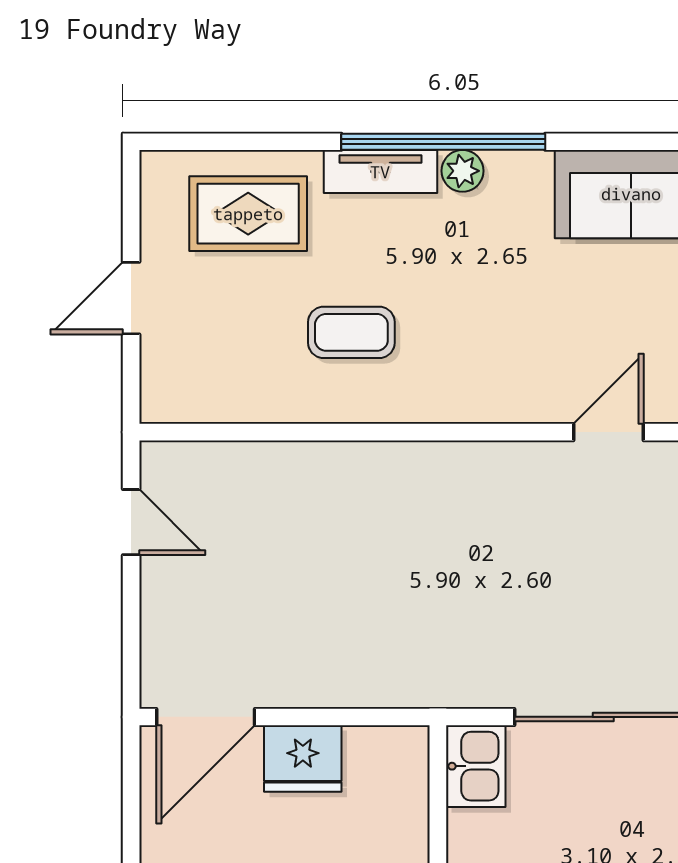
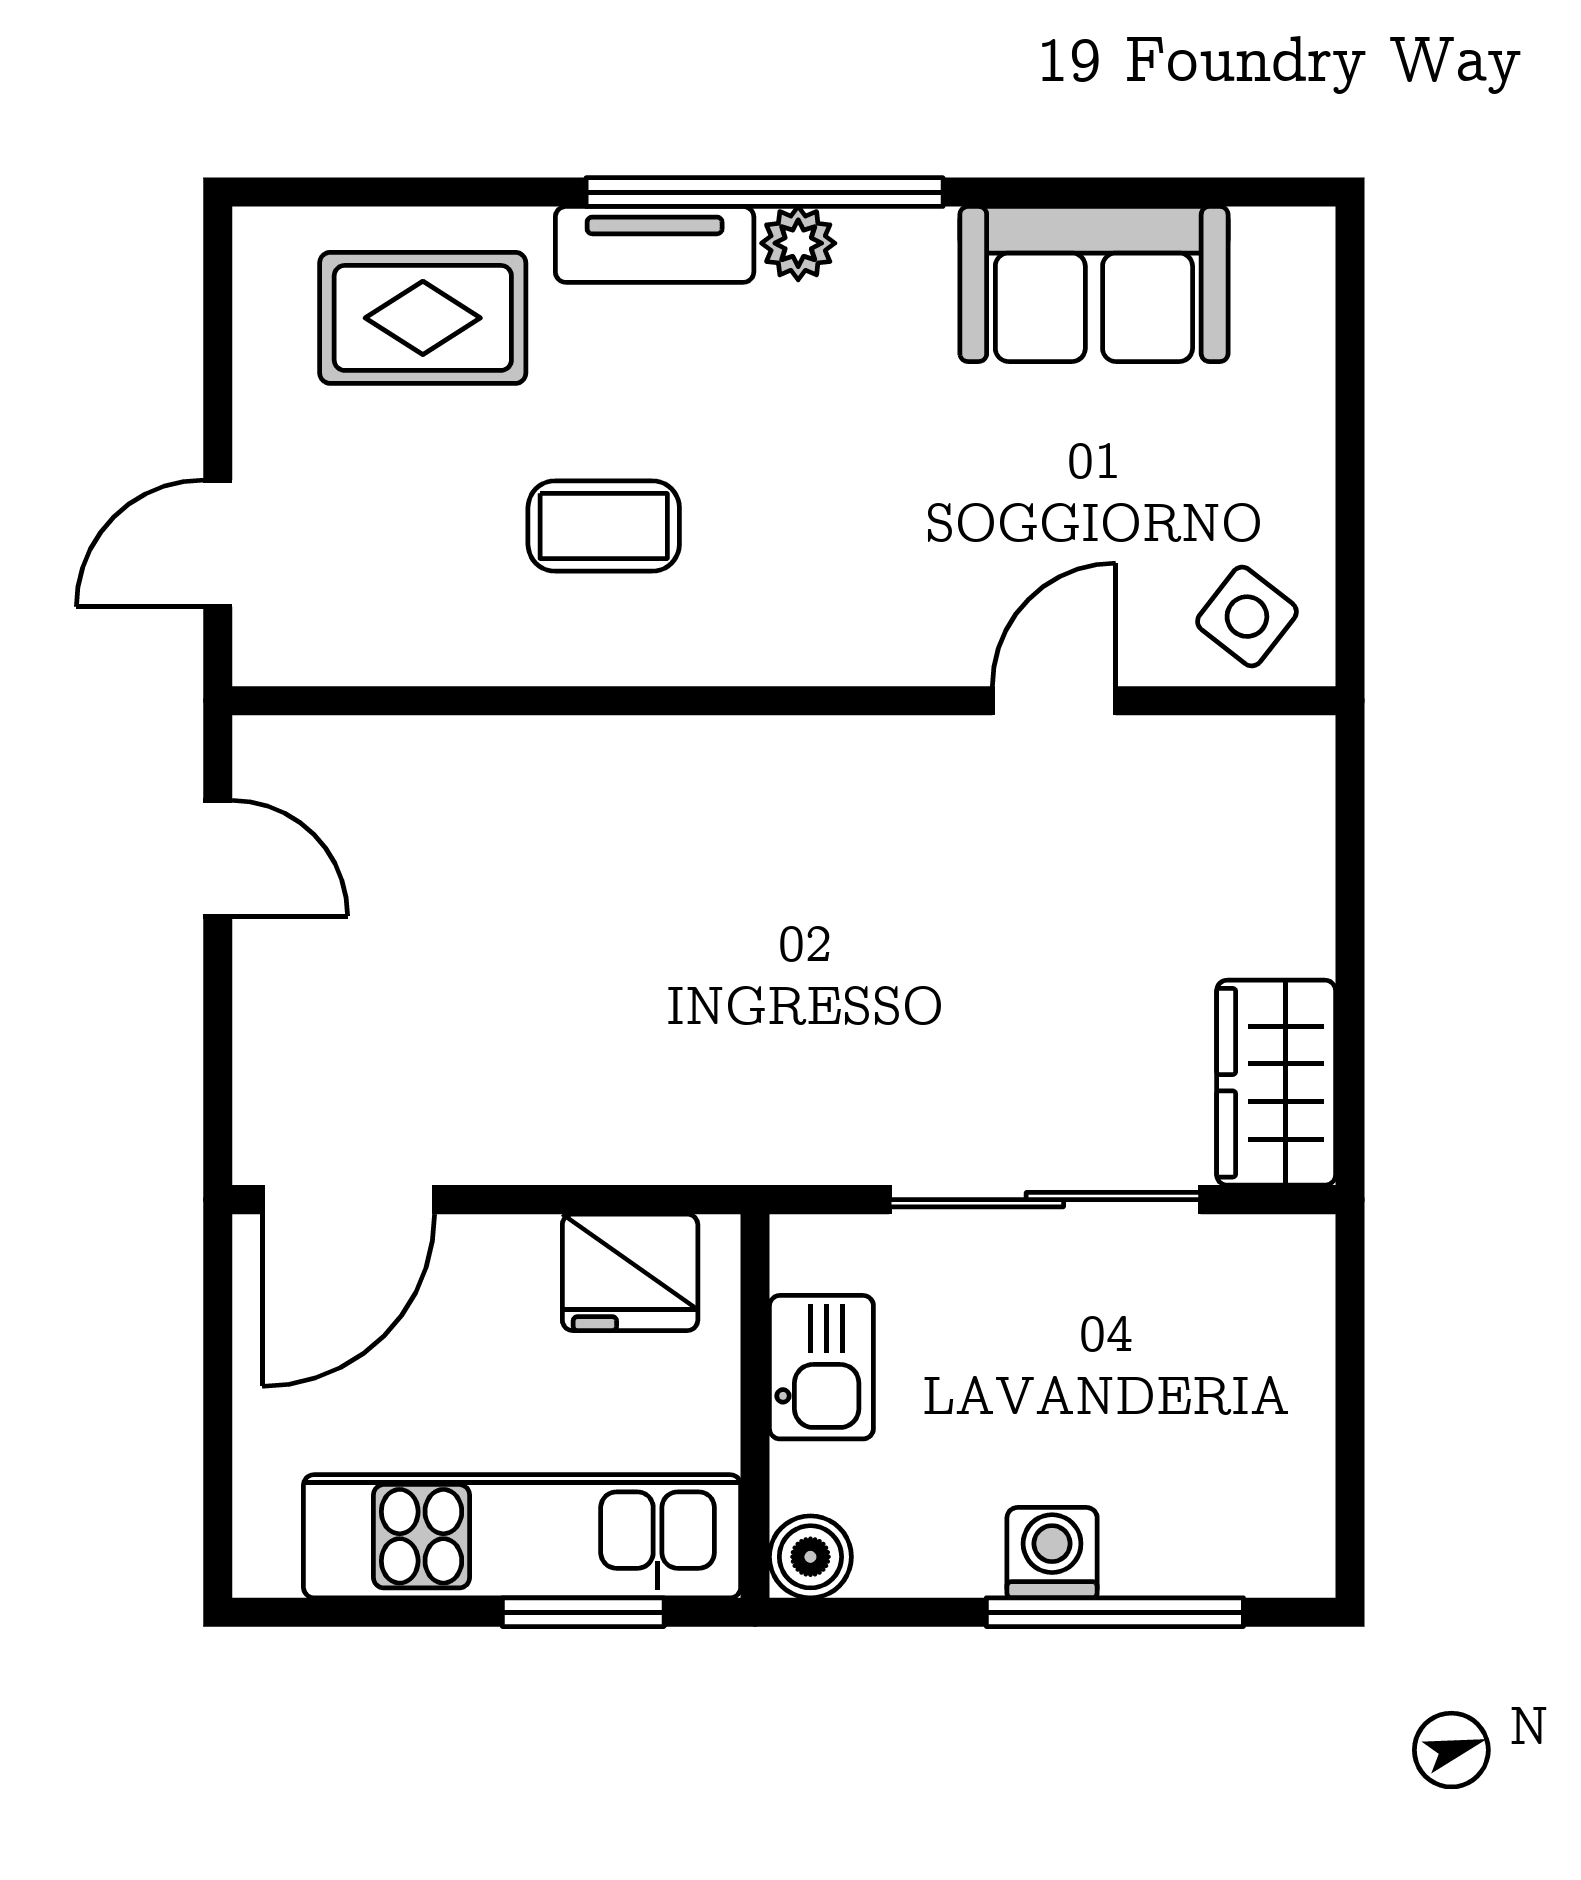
door: (131, 298) -> (218, 543), moved
fridge: (303, 758) -> (630, 1272), moved
kitchen sink: (476, 766) -> (821, 1367), moved

